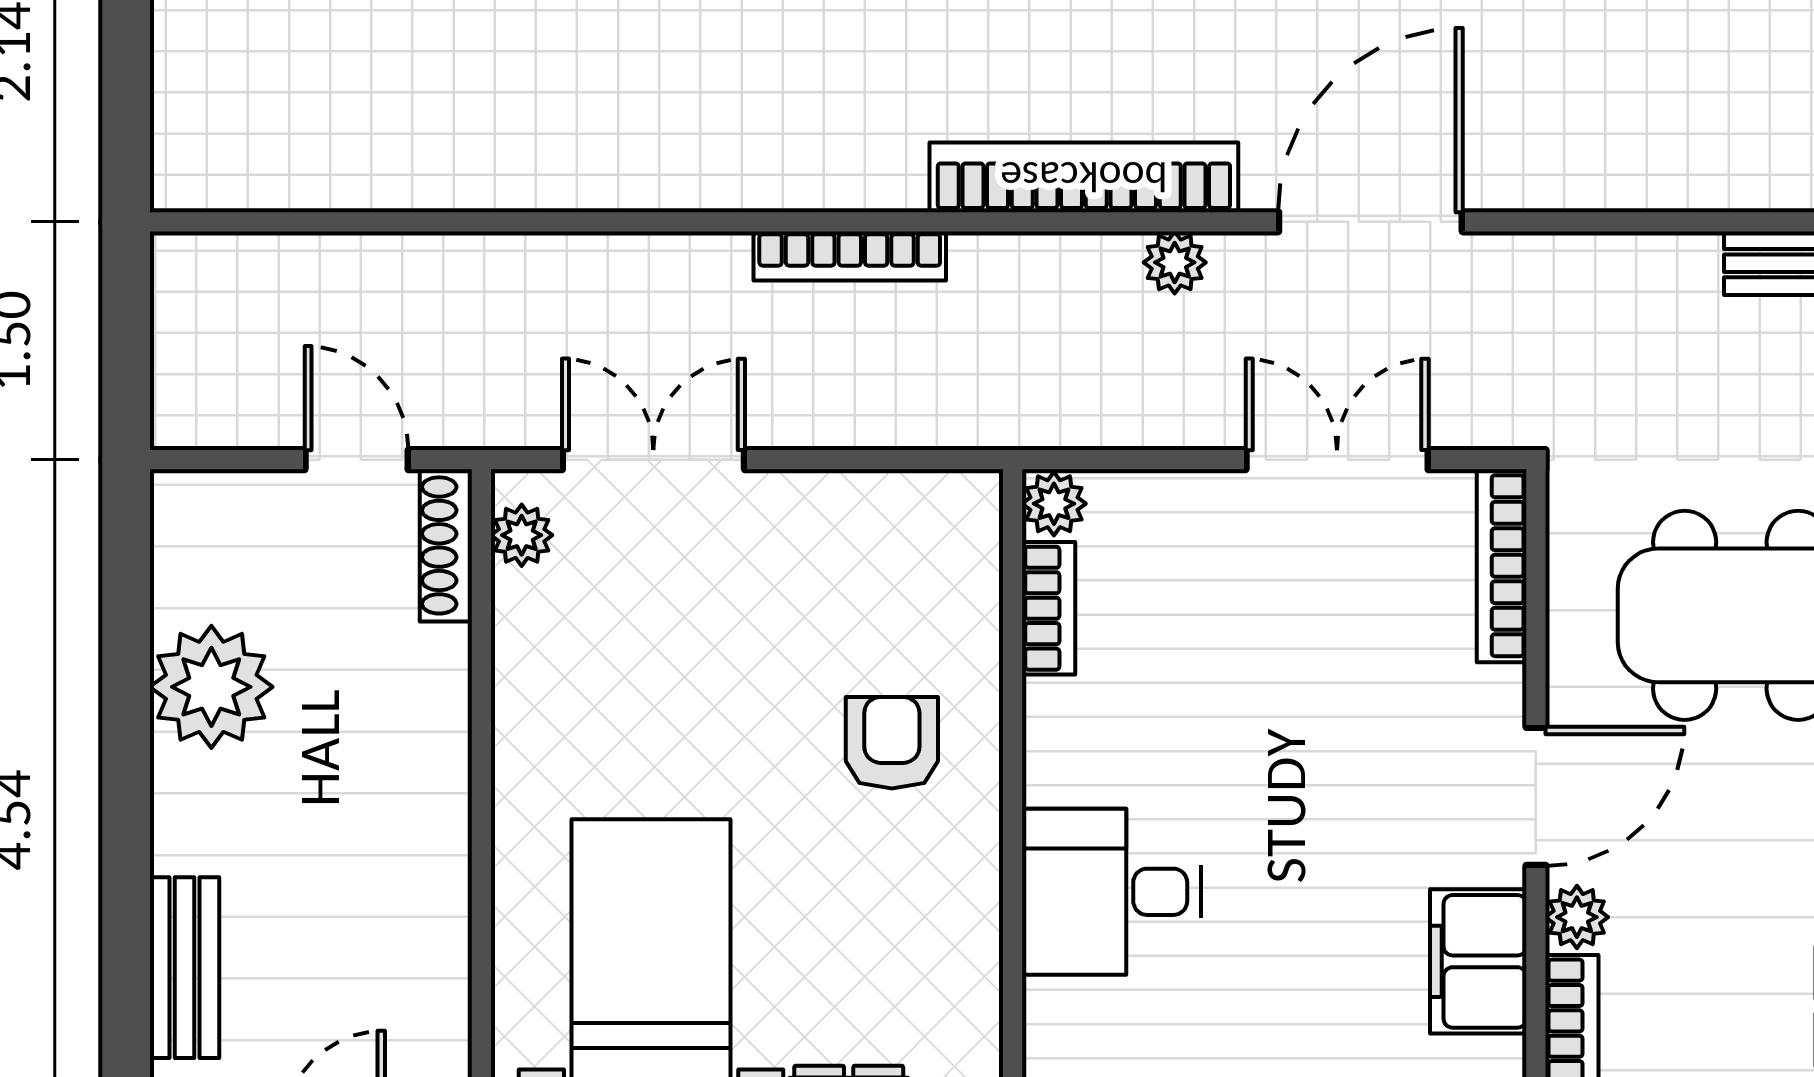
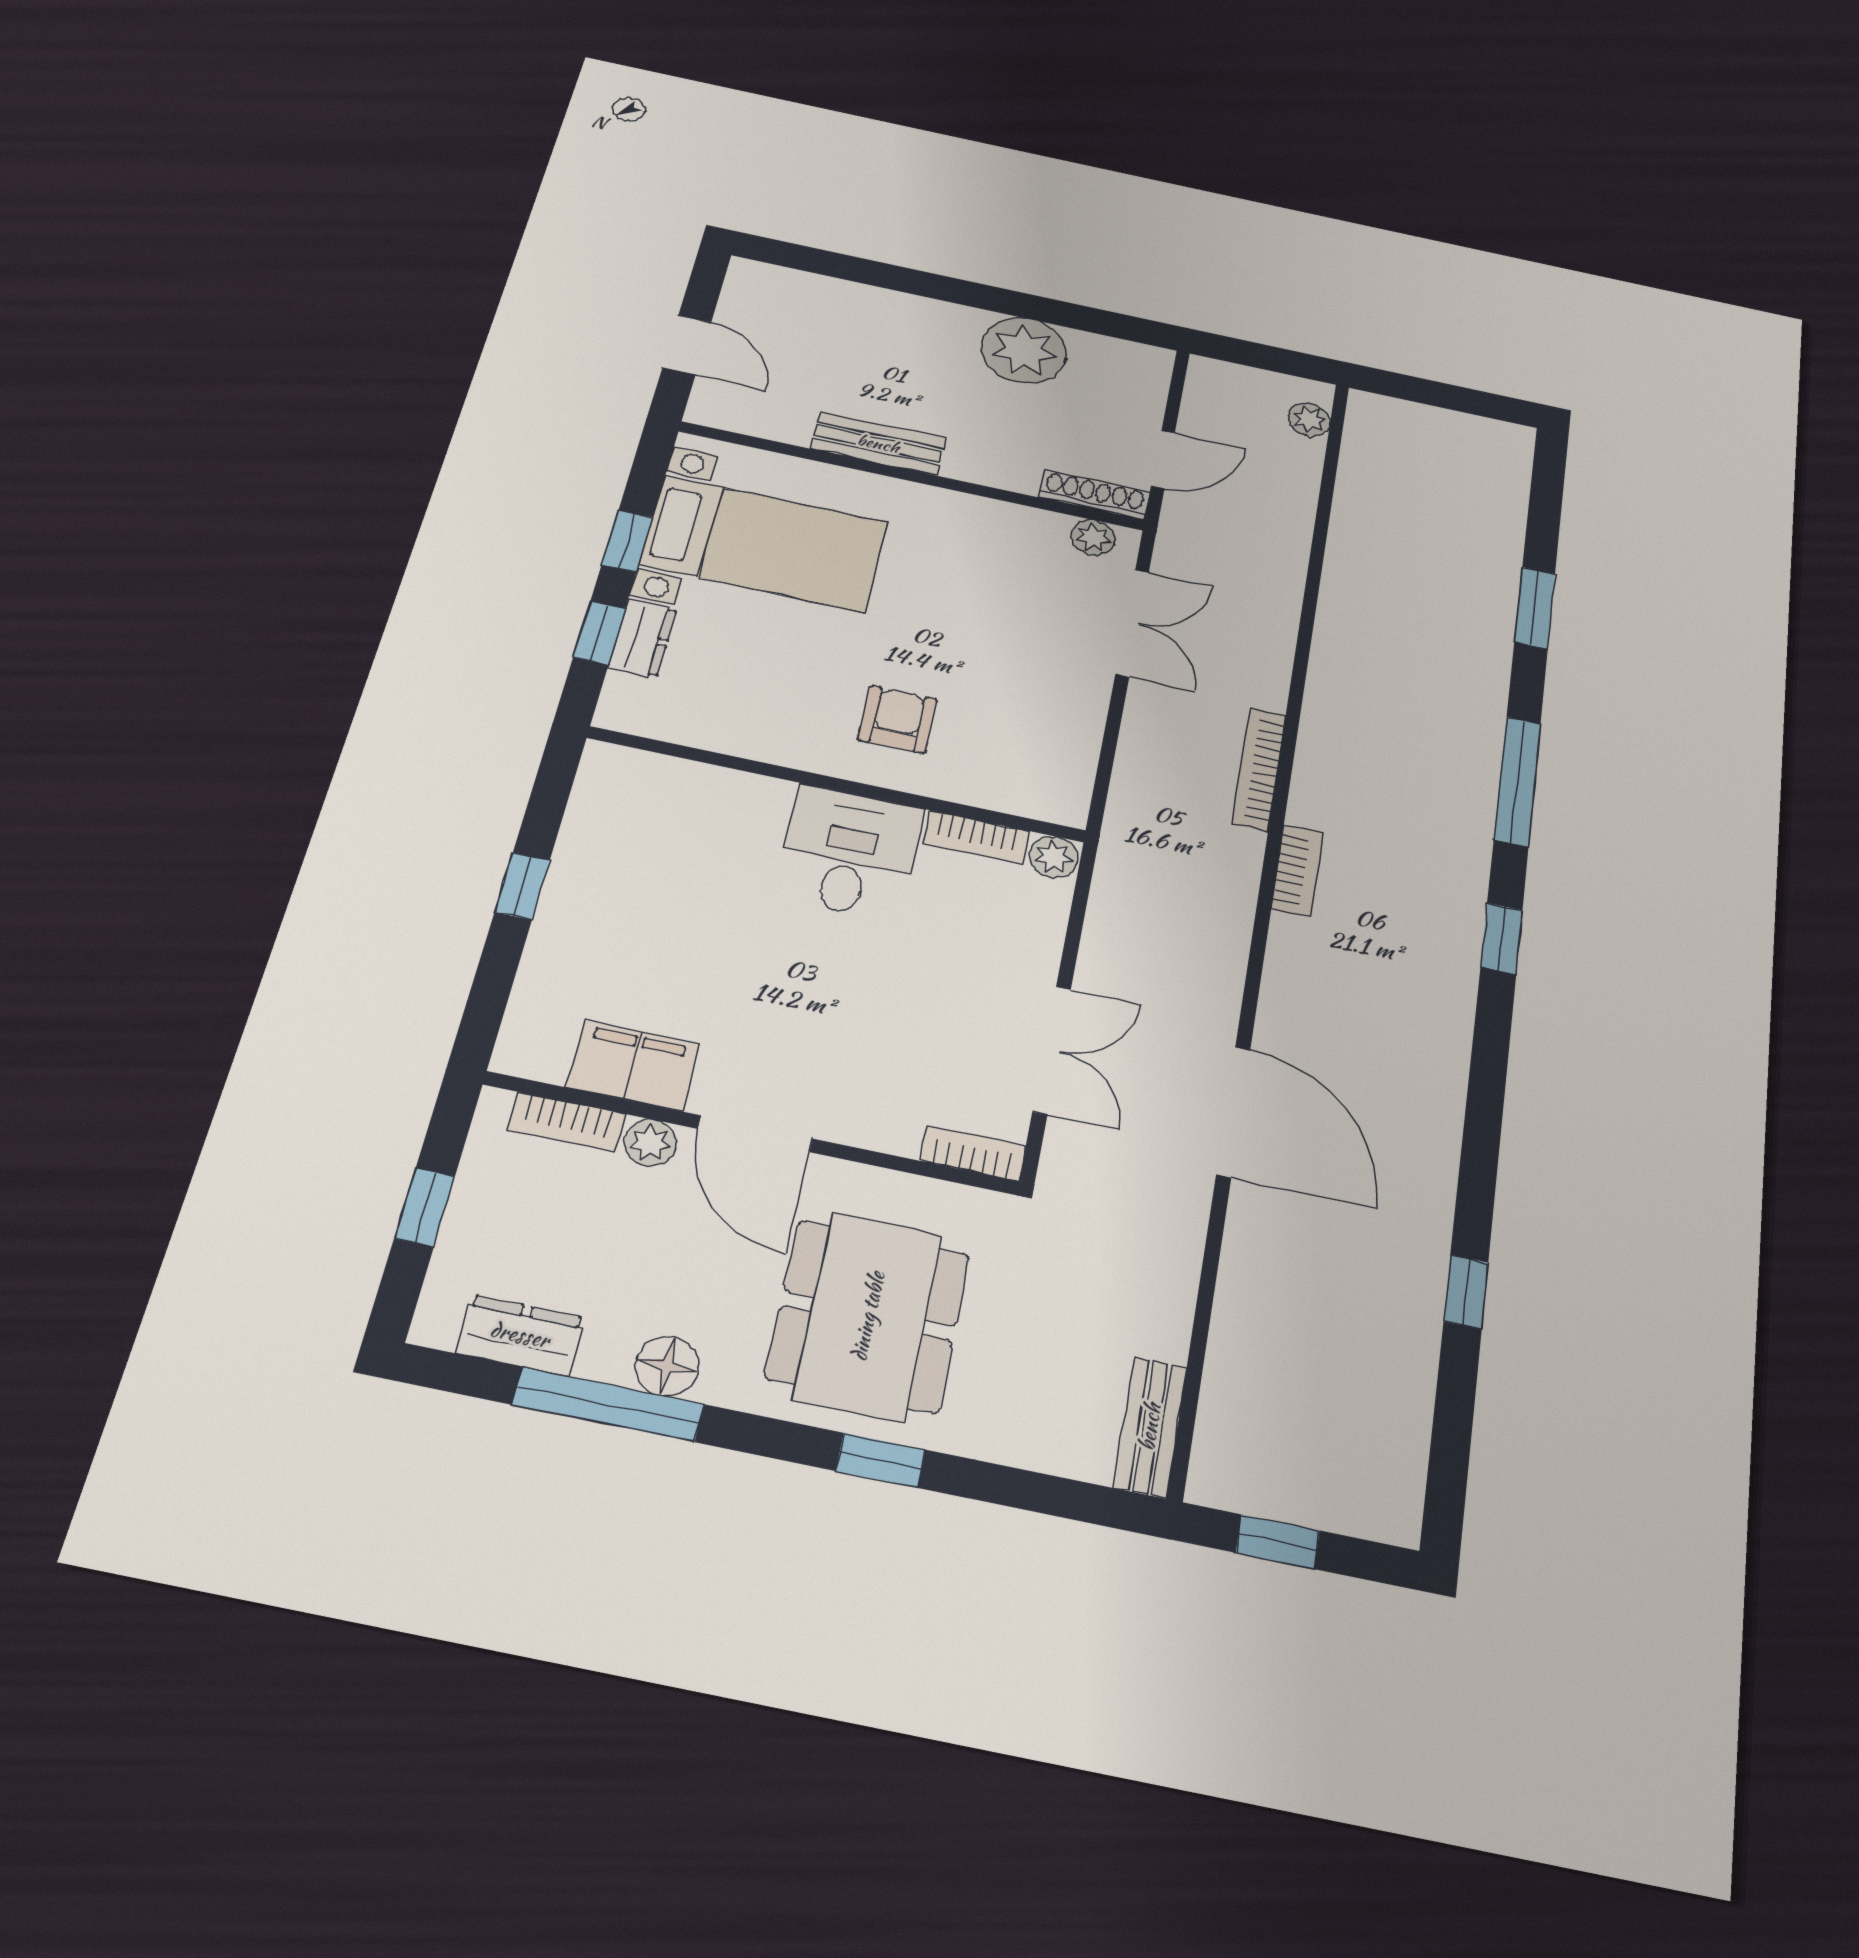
bookcase: (1084, 177) -> (1297, 871), width x0.43, depth x0.76
plant: (1175, 262) -> (1309, 420), moved
bookcase: (1502, 566) -> (973, 1153), width x0.64
armchair: (892, 743) -> (898, 719), turned -90
desk: (1112, 892) -> (849, 852), moved
bench: (184, 968) -> (878, 444), moved

